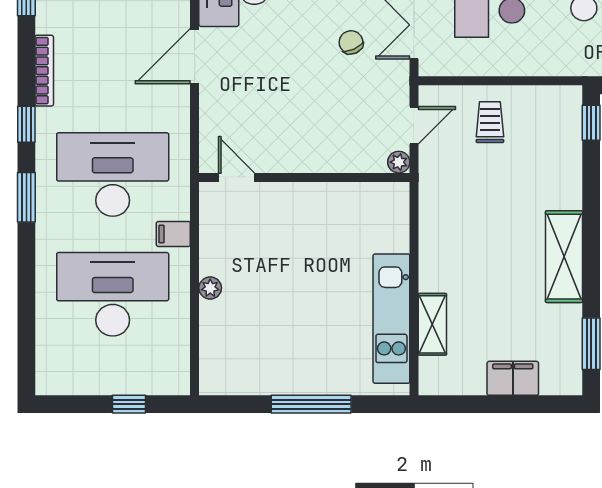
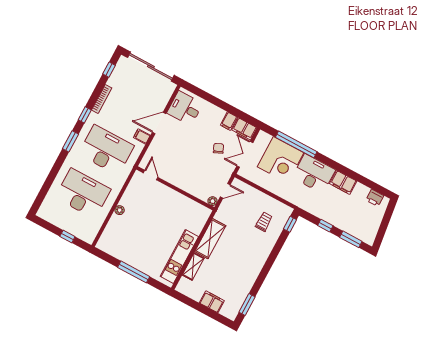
trolley: (490, 122) -> (264, 222), moved
filing cabinet: (173, 234) -> (142, 136), moved
shelving: (564, 257) -> (210, 239), moved

